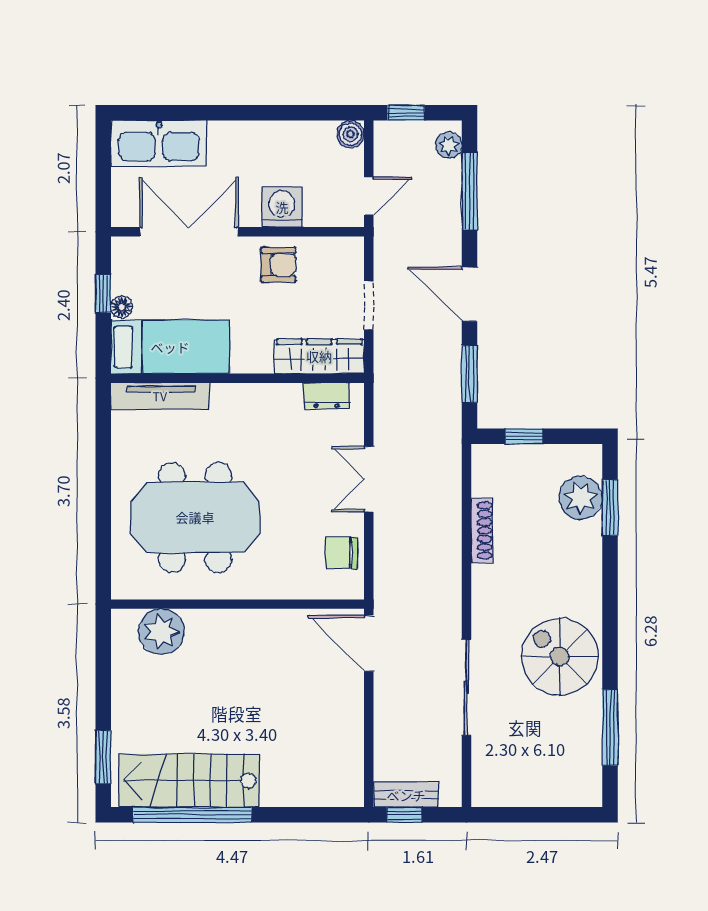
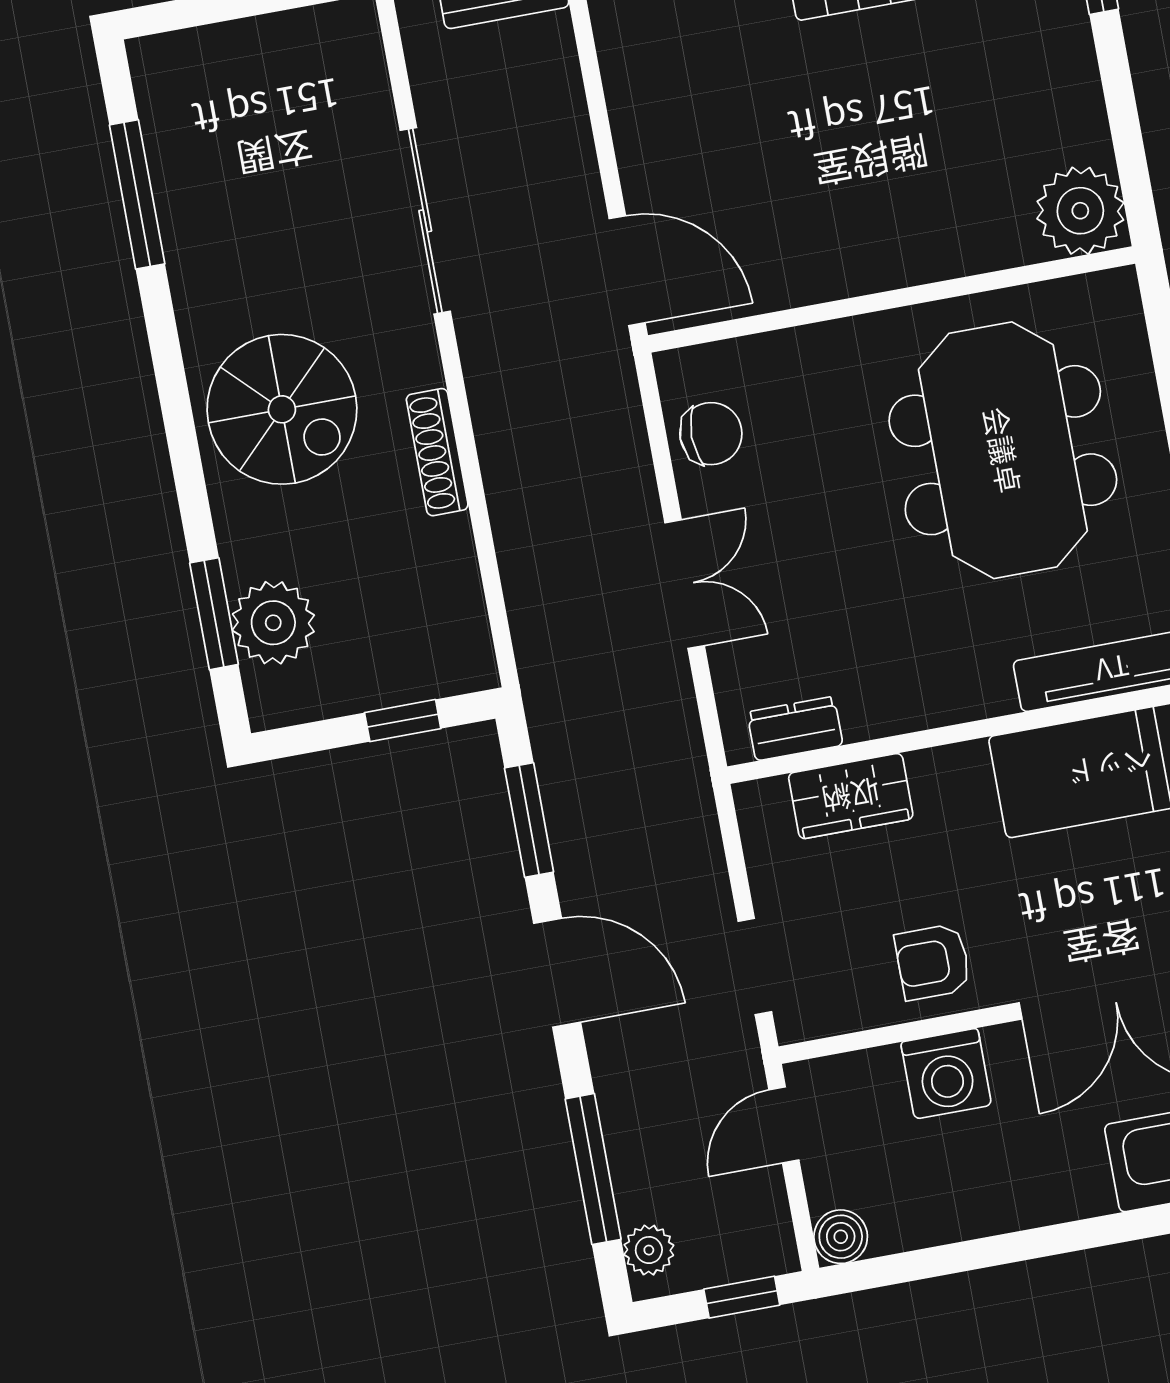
doorway: (369, 305) -> (755, 966), moved
wardrobe: (319, 356) -> (851, 796), width x0.67
meeting table: (195, 517) -> (1003, 450), turned 90
shoe rack: (482, 531) -> (437, 452), moved
plant: (161, 632) -> (1080, 211), moved
spiral stairs: (560, 657) -> (282, 409), moved

